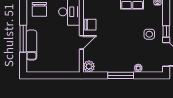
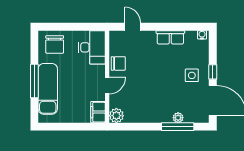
exam couch: (31, 45) -> (48, 89), width x1.36, depth x1.45
filing cabinet: (74, 64) -> (98, 112), added
window: (121, 75) -> (178, 127), moved

